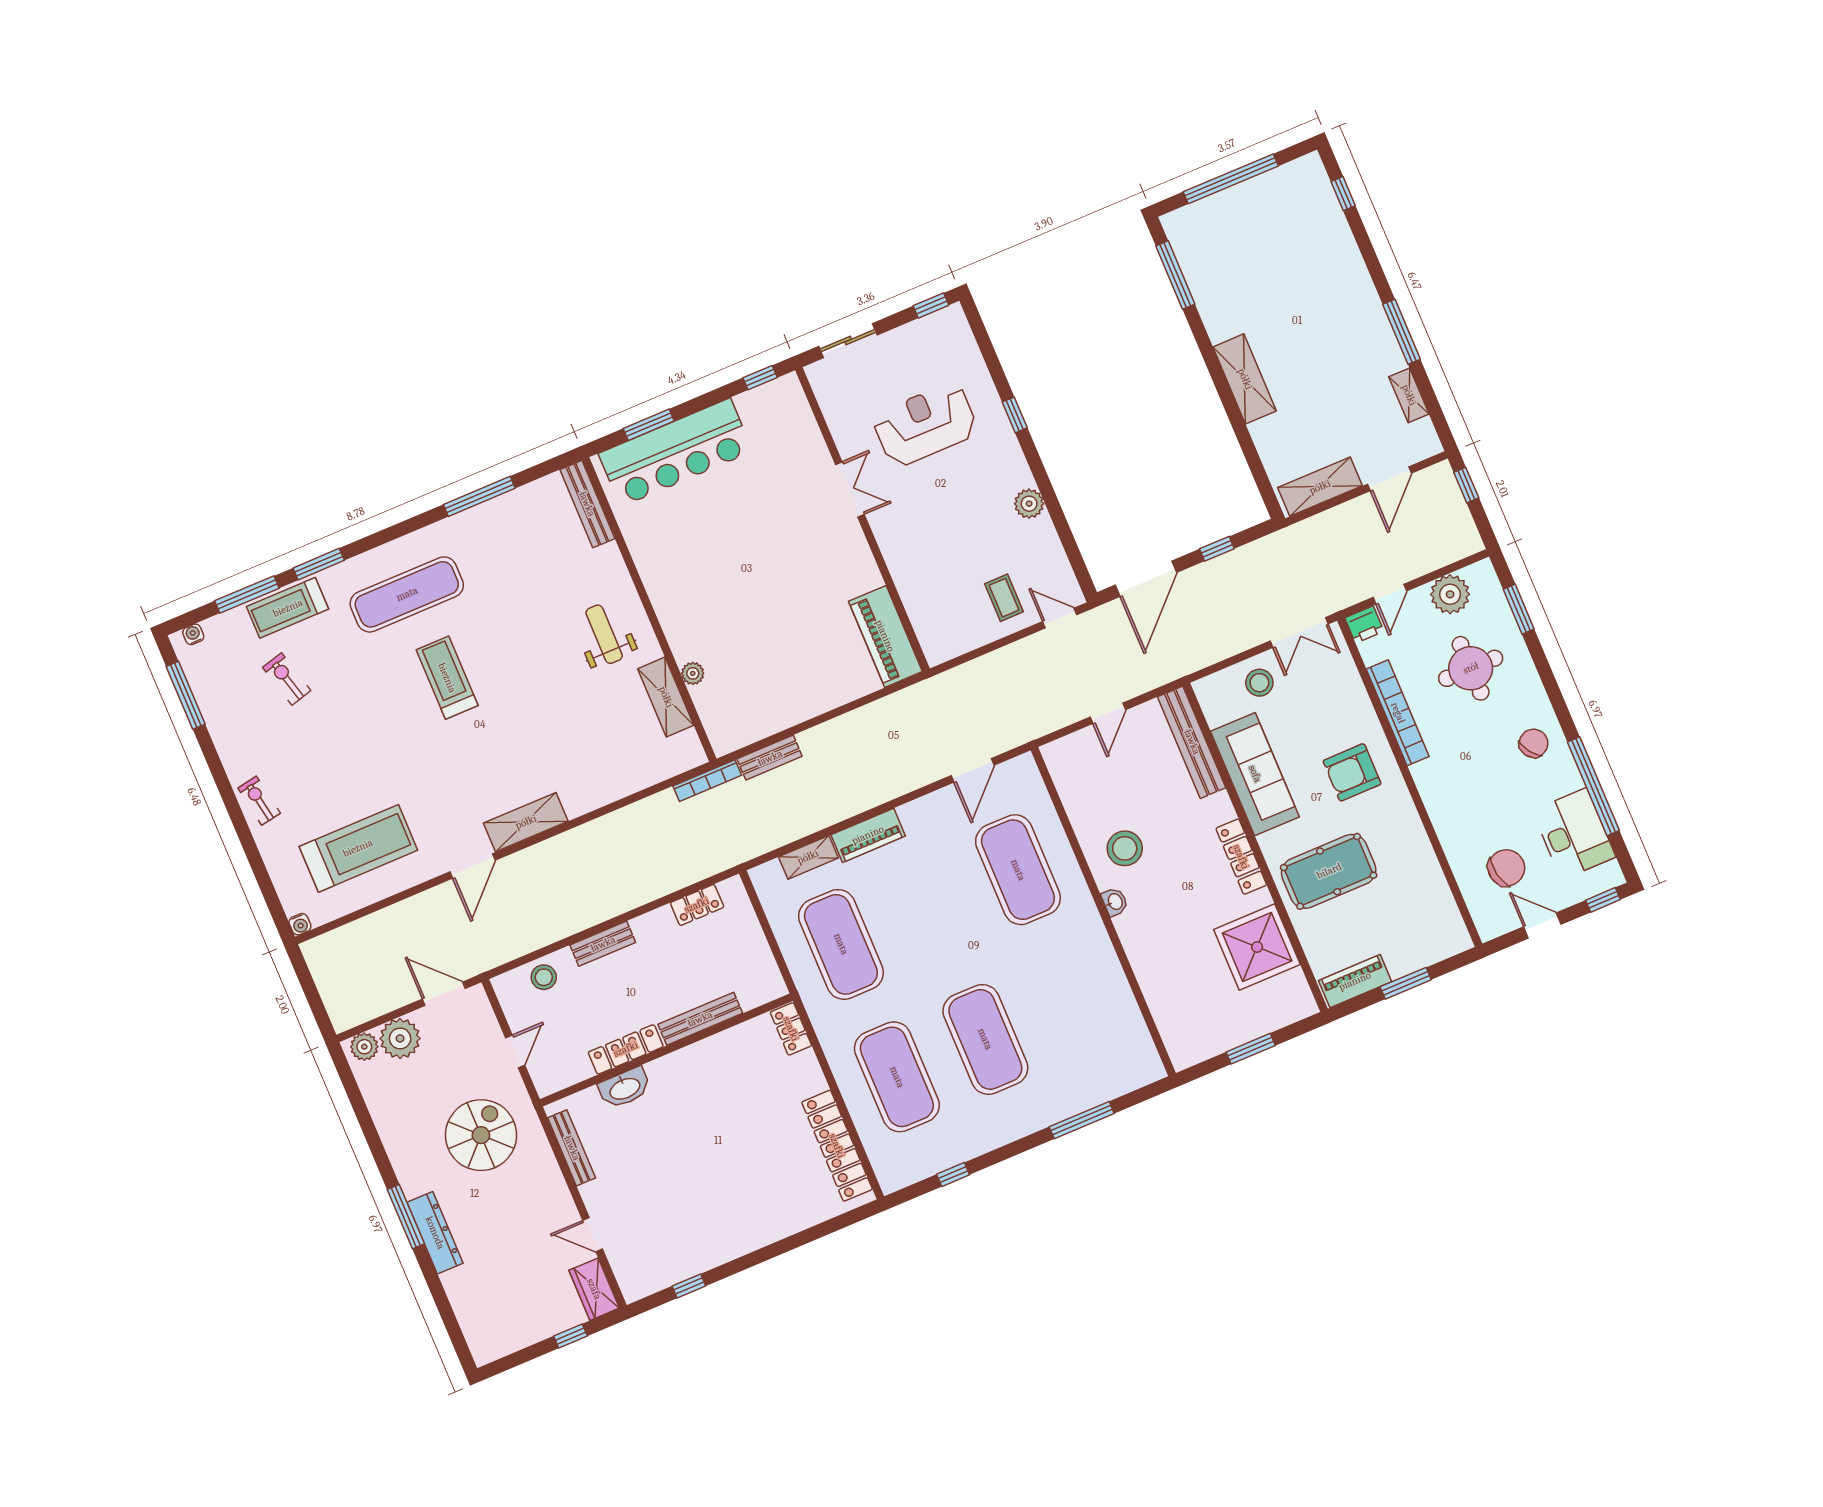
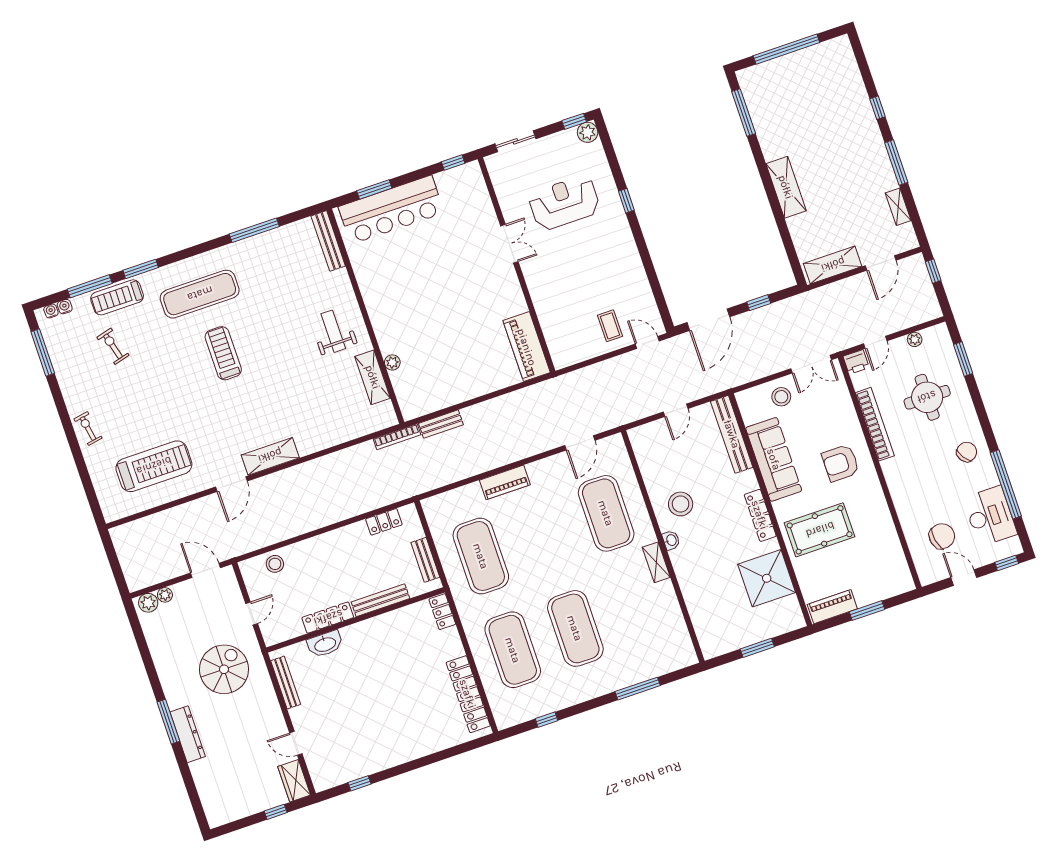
window: (1343, 194) -> (878, 108), moved
plant: (1029, 504) -> (588, 132), moved
plant: (1450, 594) -> (915, 339), width x0.53, depth x0.53
shelving: (808, 857) -> (656, 562), moved, turned 90
water cooler: (300, 924) -> (65, 307), moved, turned 180
bench: (603, 944) -> (425, 560), moved, turned 90
plant: (400, 1038) -> (165, 595), width x0.53, depth x0.53

